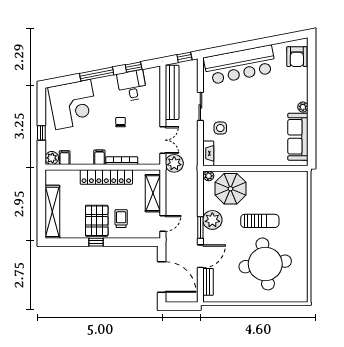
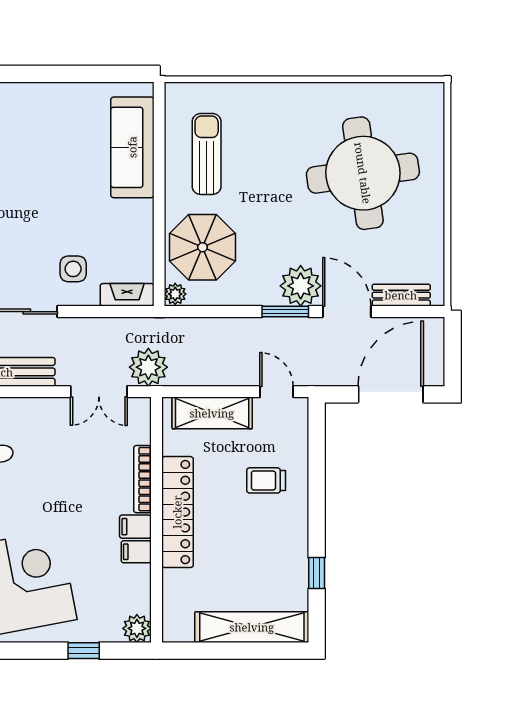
plant: (303, 107) -> (28, 93), removed
chair: (121, 122) -> (61, 482), removed
sofa: (298, 137) -> (132, 147), moved, turned 90
double door: (163, 140) -> (99, 392), swing flipped
filing cabinet: (65, 158) -> (136, 552), moved
plant: (212, 220) -> (301, 286), moved
pallet: (97, 221) -> (271, 533), removed
sun lounger: (260, 221) -> (207, 154), moved
window: (96, 242) -> (317, 573), moved

